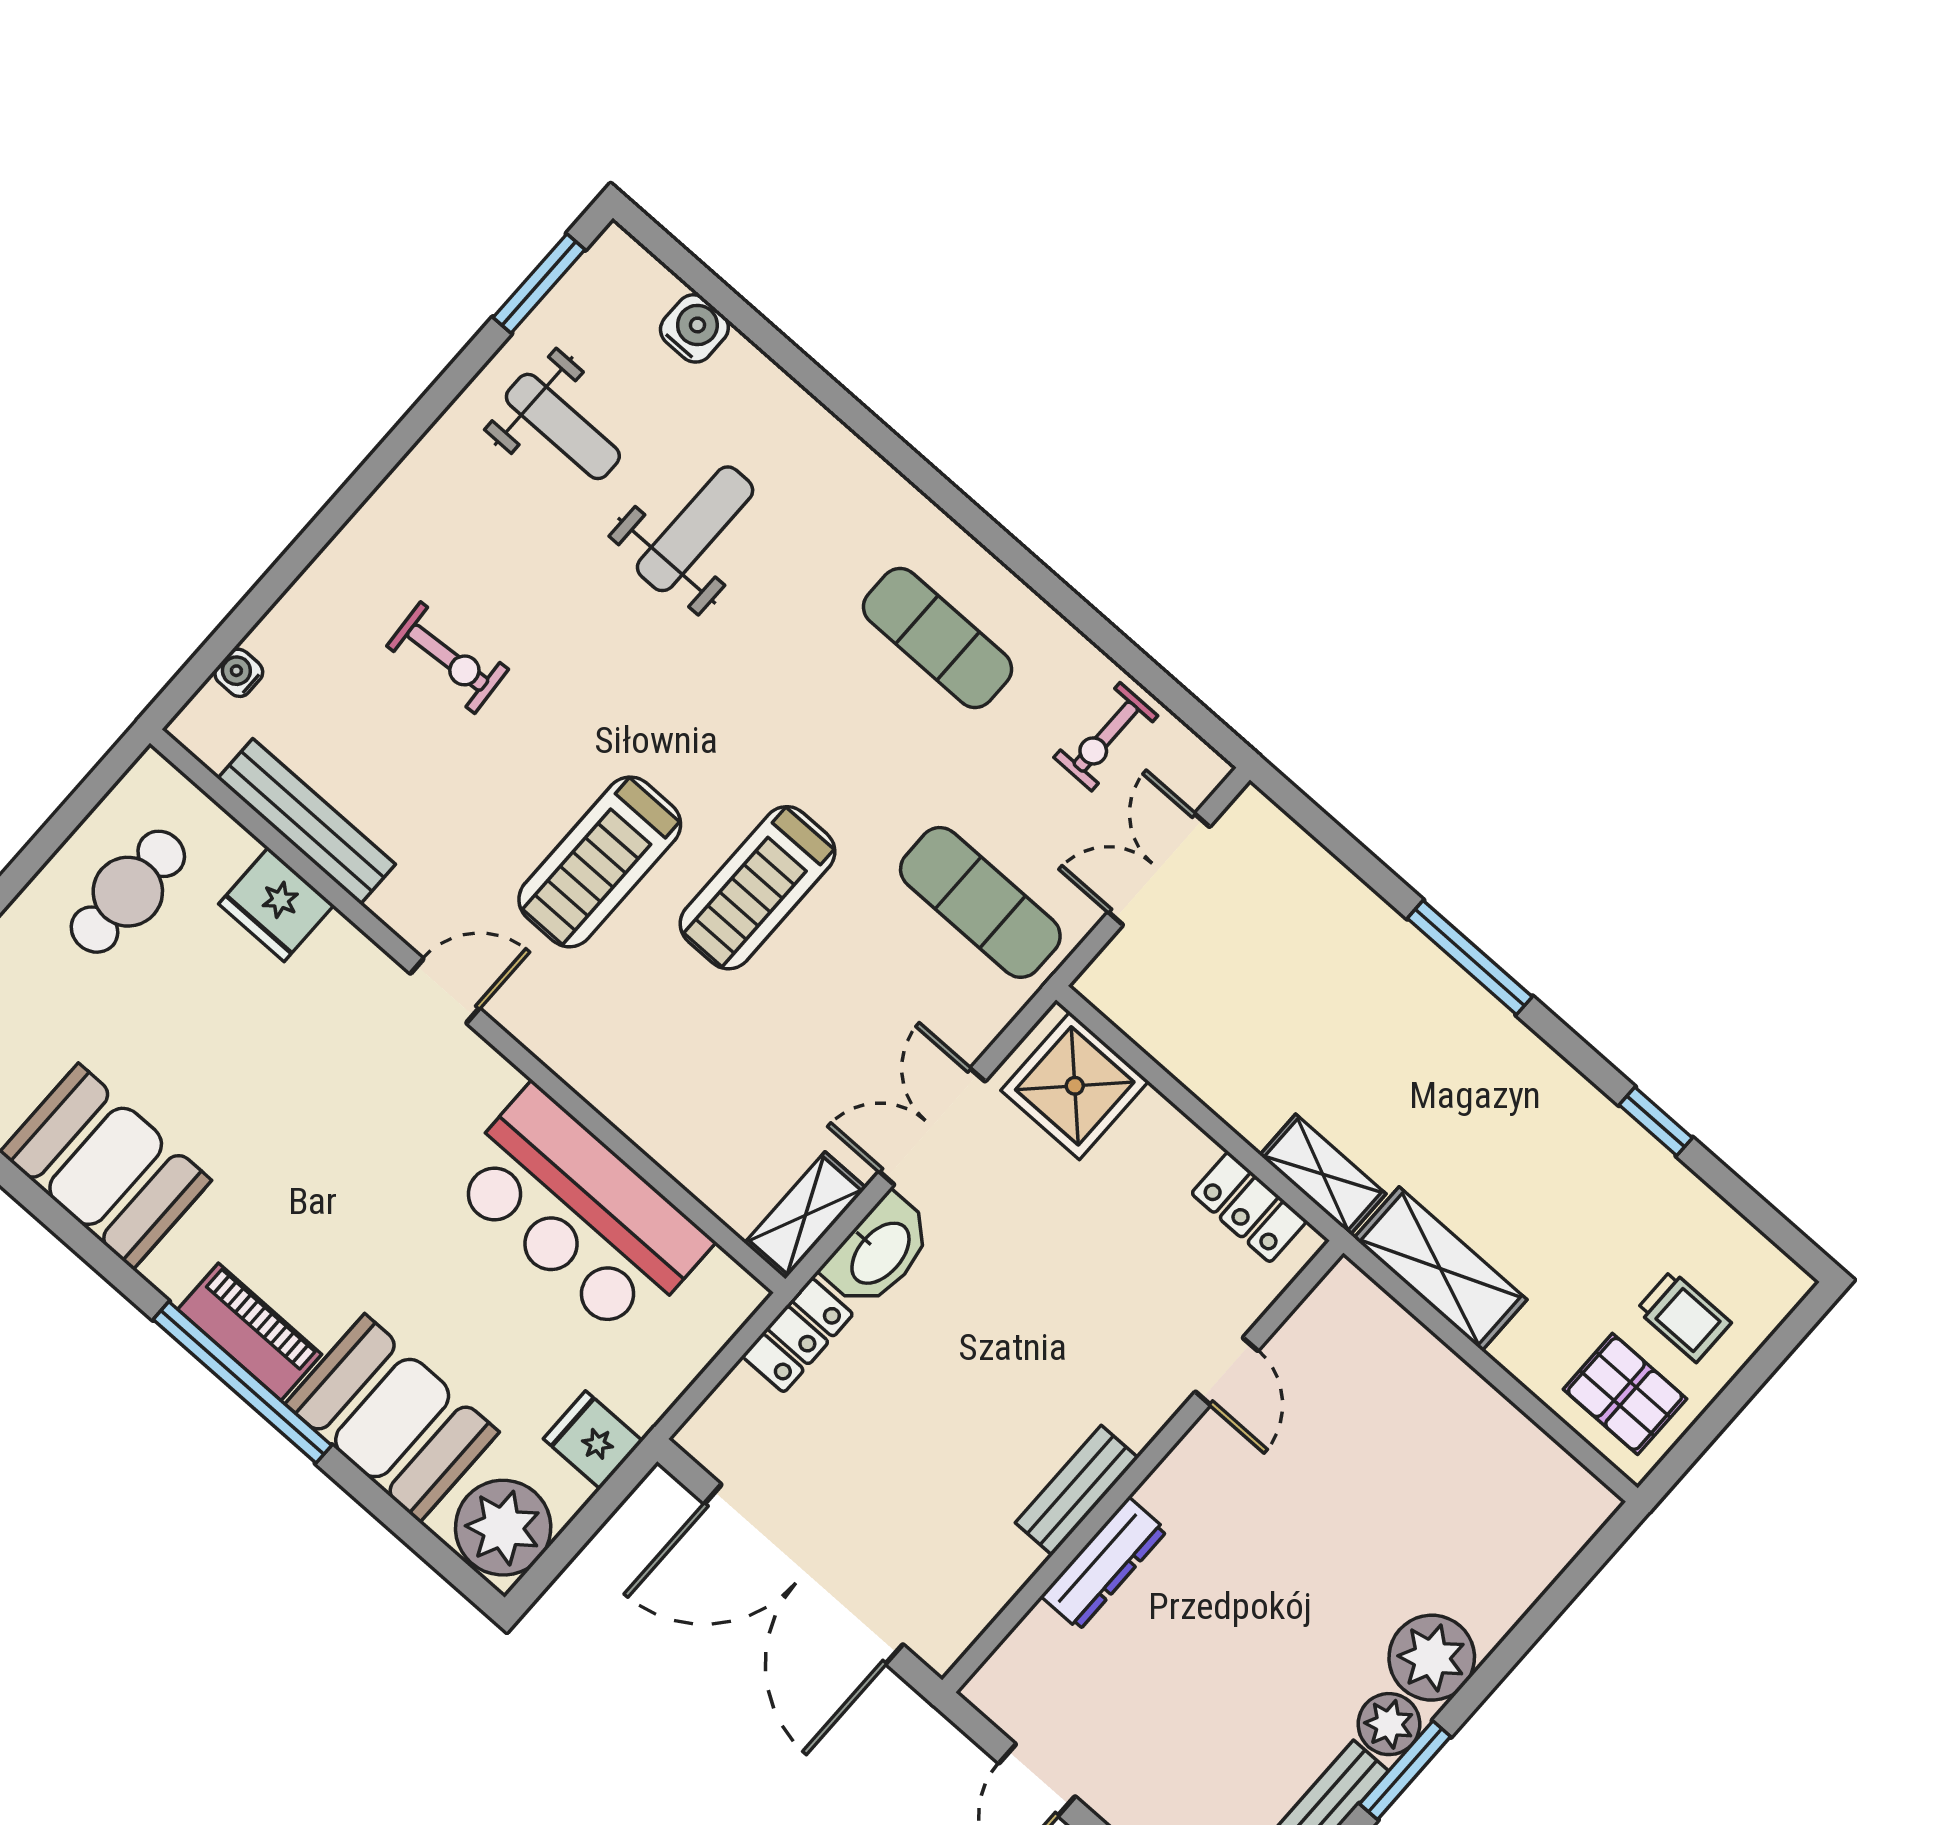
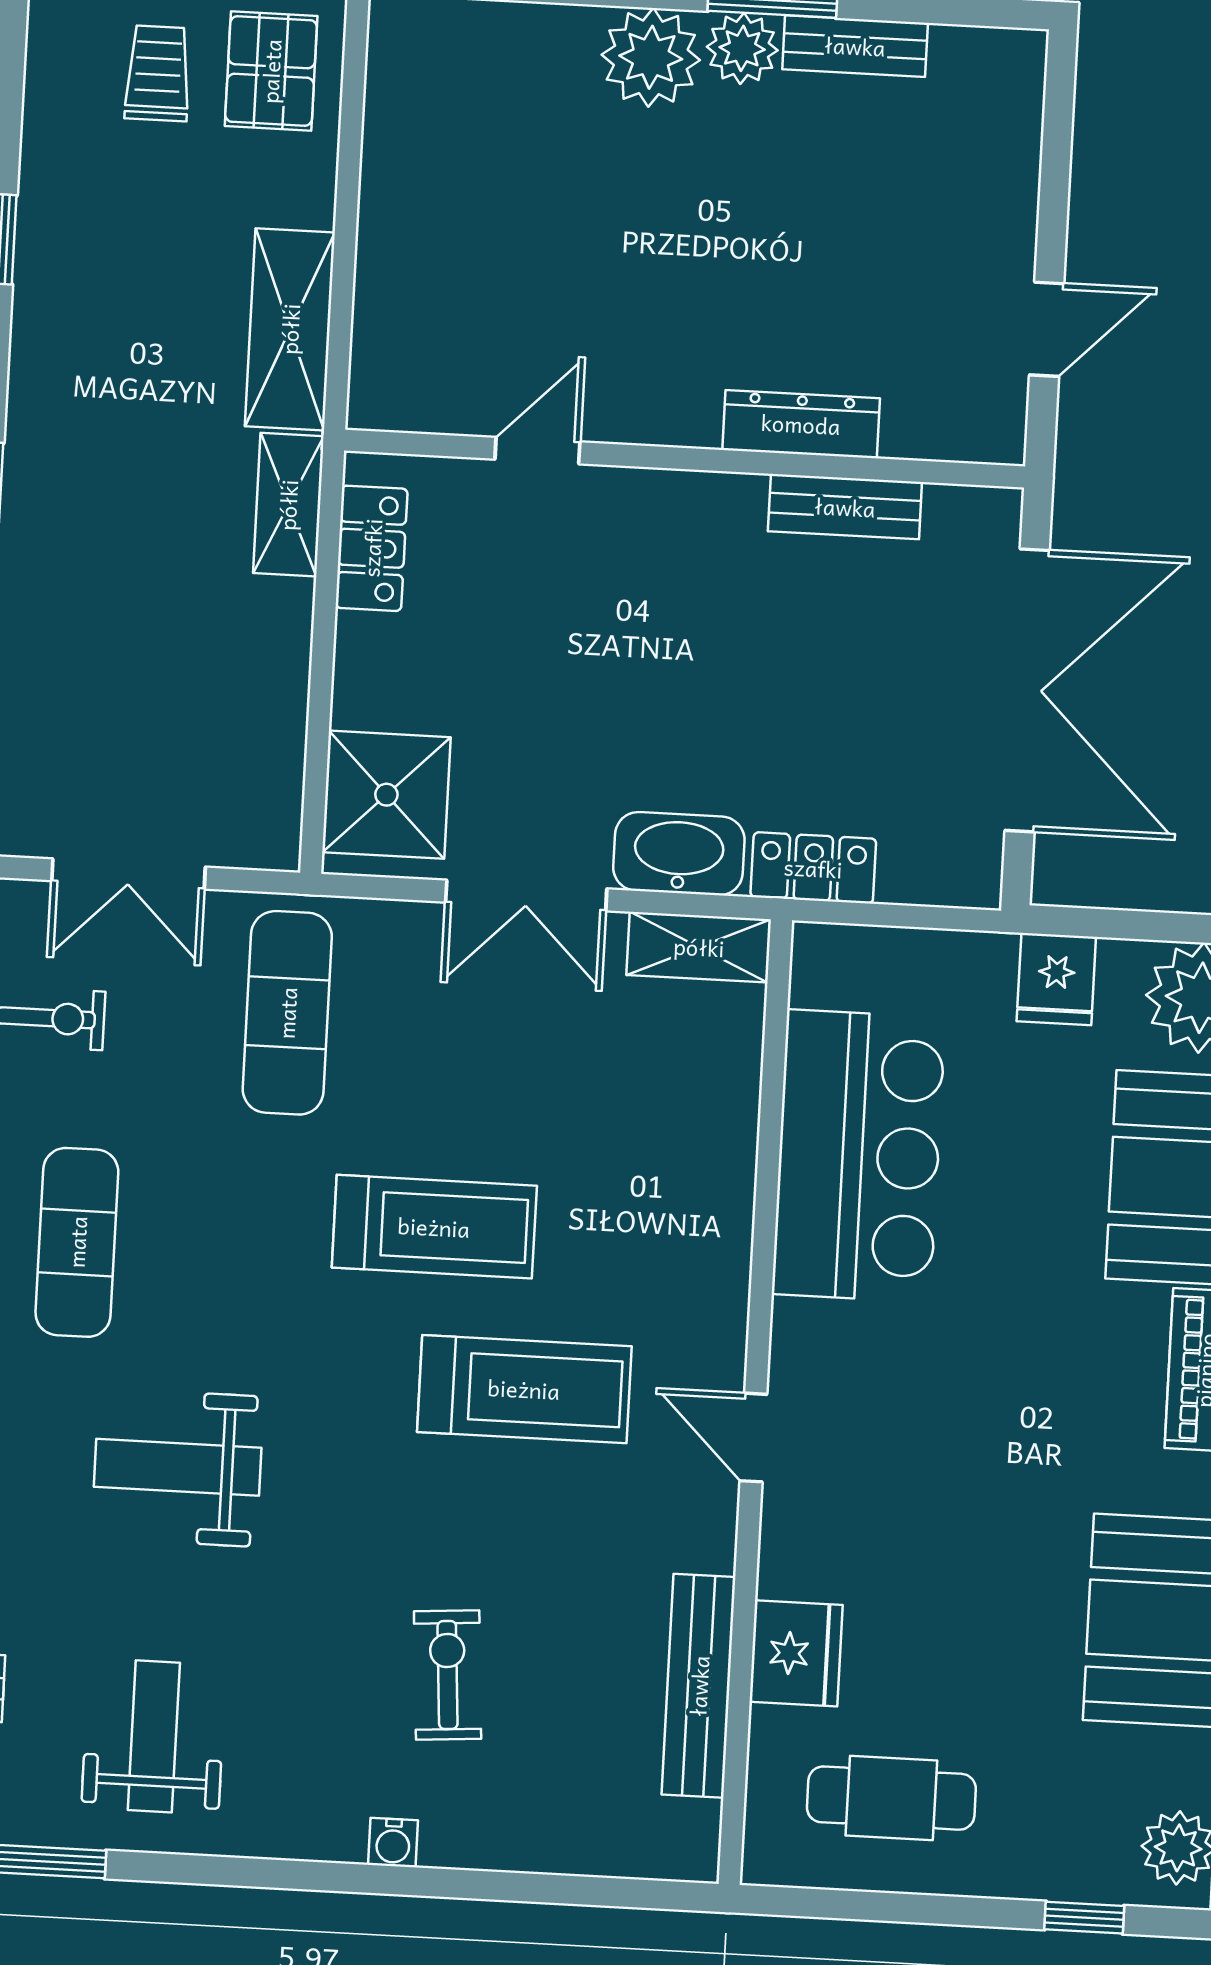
weight bench: (695, 529) -> (178, 1467), moved
water cooler: (239, 673) -> (393, 1843), moved
bench: (1077, 1490) -> (845, 507), moved

